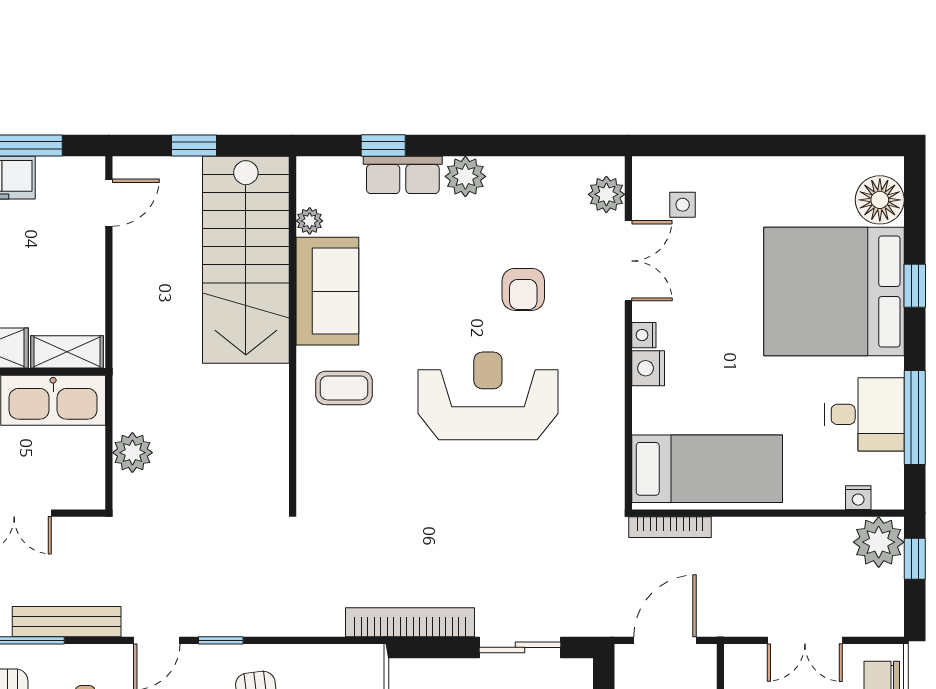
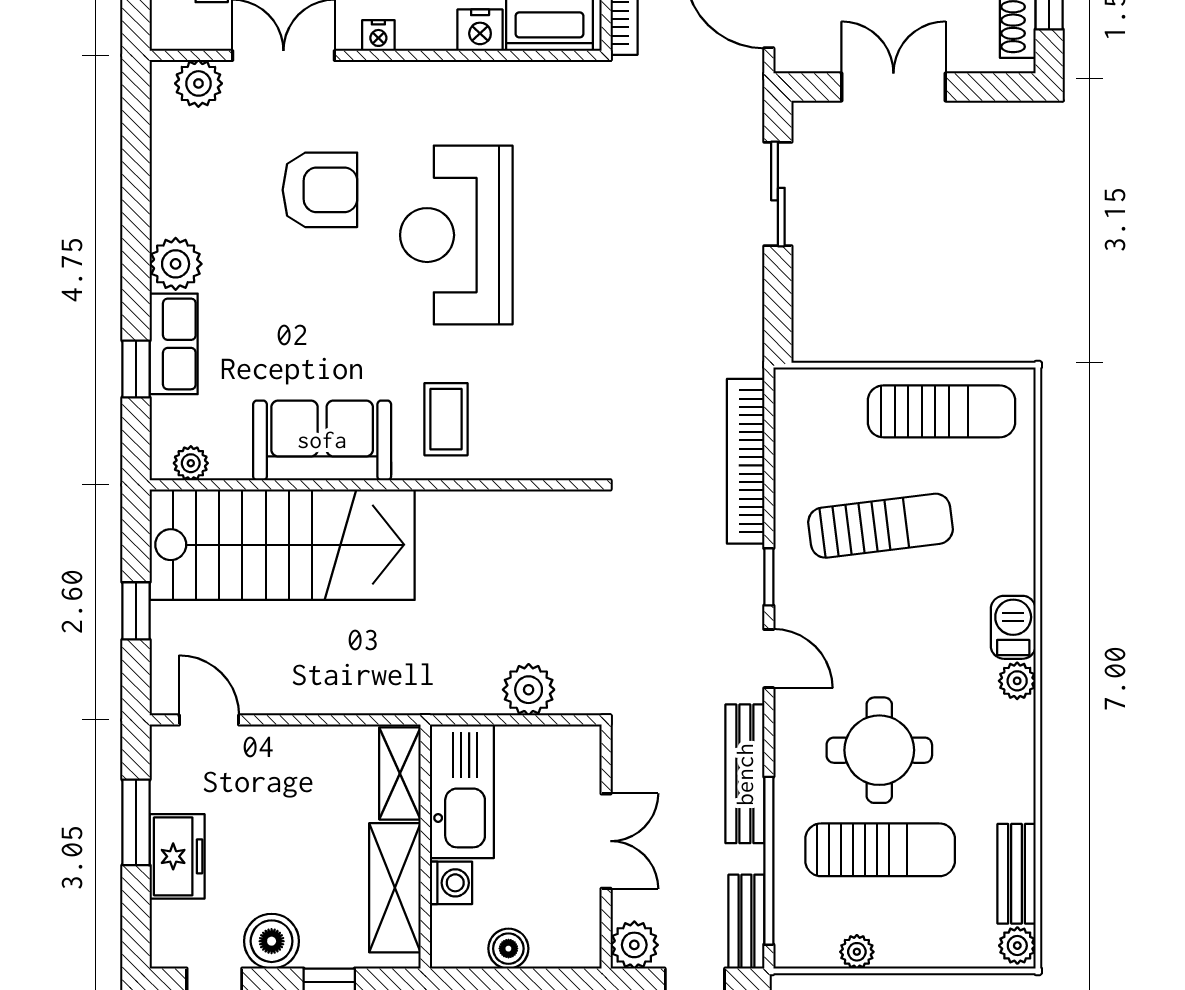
plant: (310, 221) -> (191, 463), moved
armchair: (523, 289) -> (320, 190), width x1.38, depth x1.38
nightstand: (648, 368) -> (480, 30), moved
bookcase: (410, 622) -> (746, 461), moved

